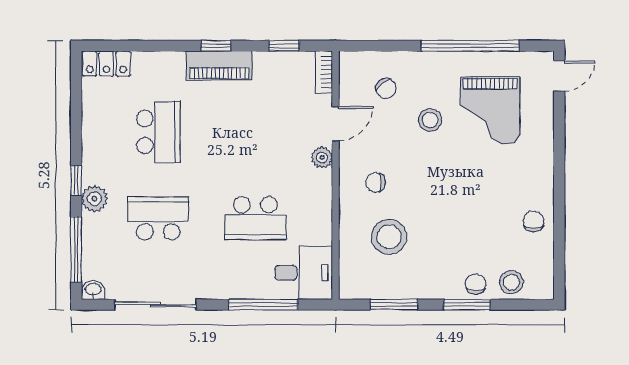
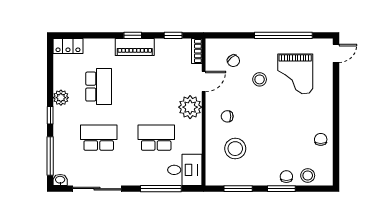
plant: (322, 158) -> (190, 107), width x1.88, depth x1.88
plant: (94, 199) -> (61, 98), moved
school desk: (255, 218) -> (156, 138), turned 180

